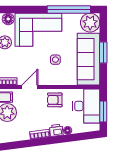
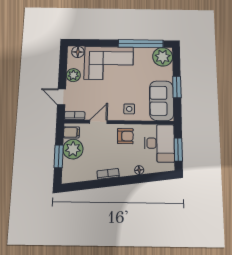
sofa: (89, 59) -> (162, 101), width x0.73
side table: (55, 60) -> (129, 109), moved
armchair: (55, 100) -> (125, 136), turned 180
printer: (56, 130) -> (127, 170), removed

